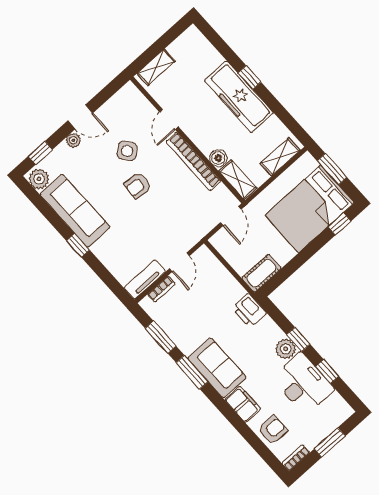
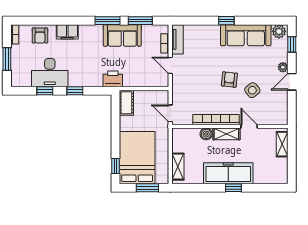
shelving: (238, 180) -> (226, 134), moved
plant: (286, 349) -> (76, 80), removed
sofa: (217, 368) -> (122, 35), moved

